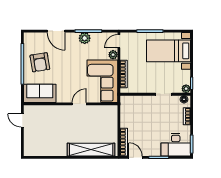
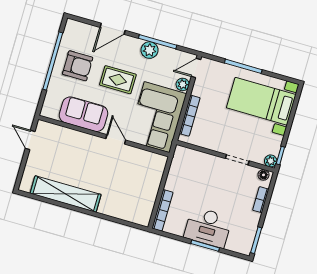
door: (56, 31) -> (113, 29), hinge flipped
armchair: (40, 62) -> (78, 66), turned -81
rug: (69, 64) -> (118, 80), added
sofa: (40, 93) -> (83, 114), moved
door: (79, 104) -> (116, 139), hinge flipped
desk: (176, 145) -> (208, 227), moved
shelving: (91, 150) -> (66, 194), moved
door: (136, 157) -> (173, 236), removed

